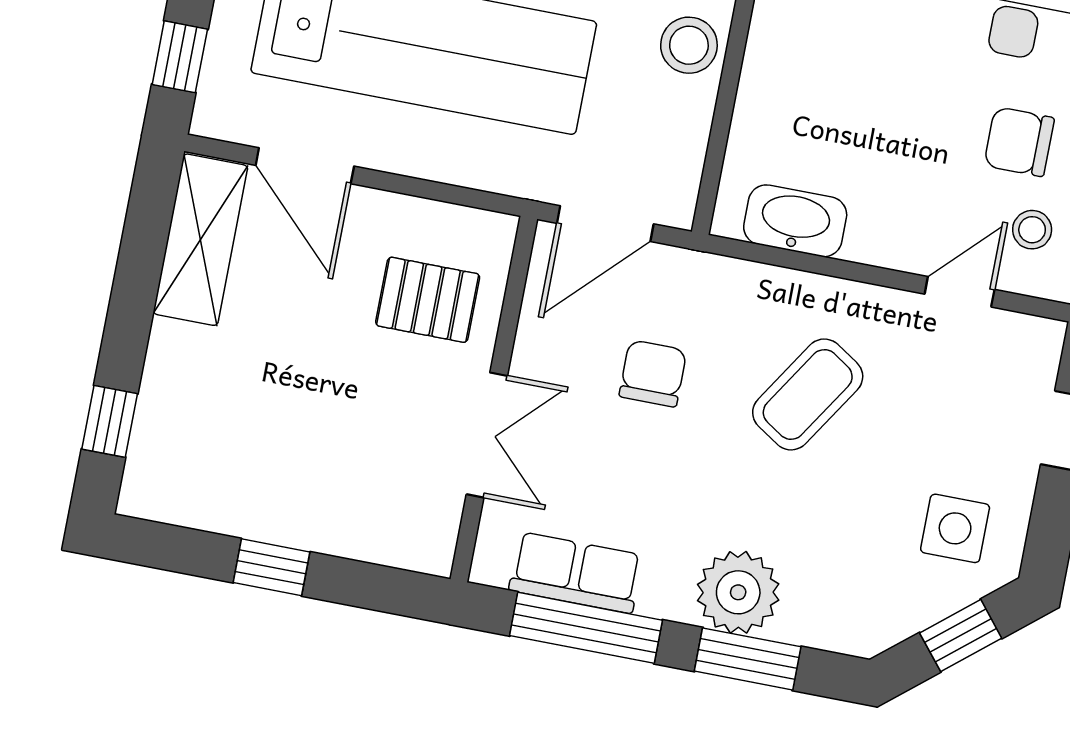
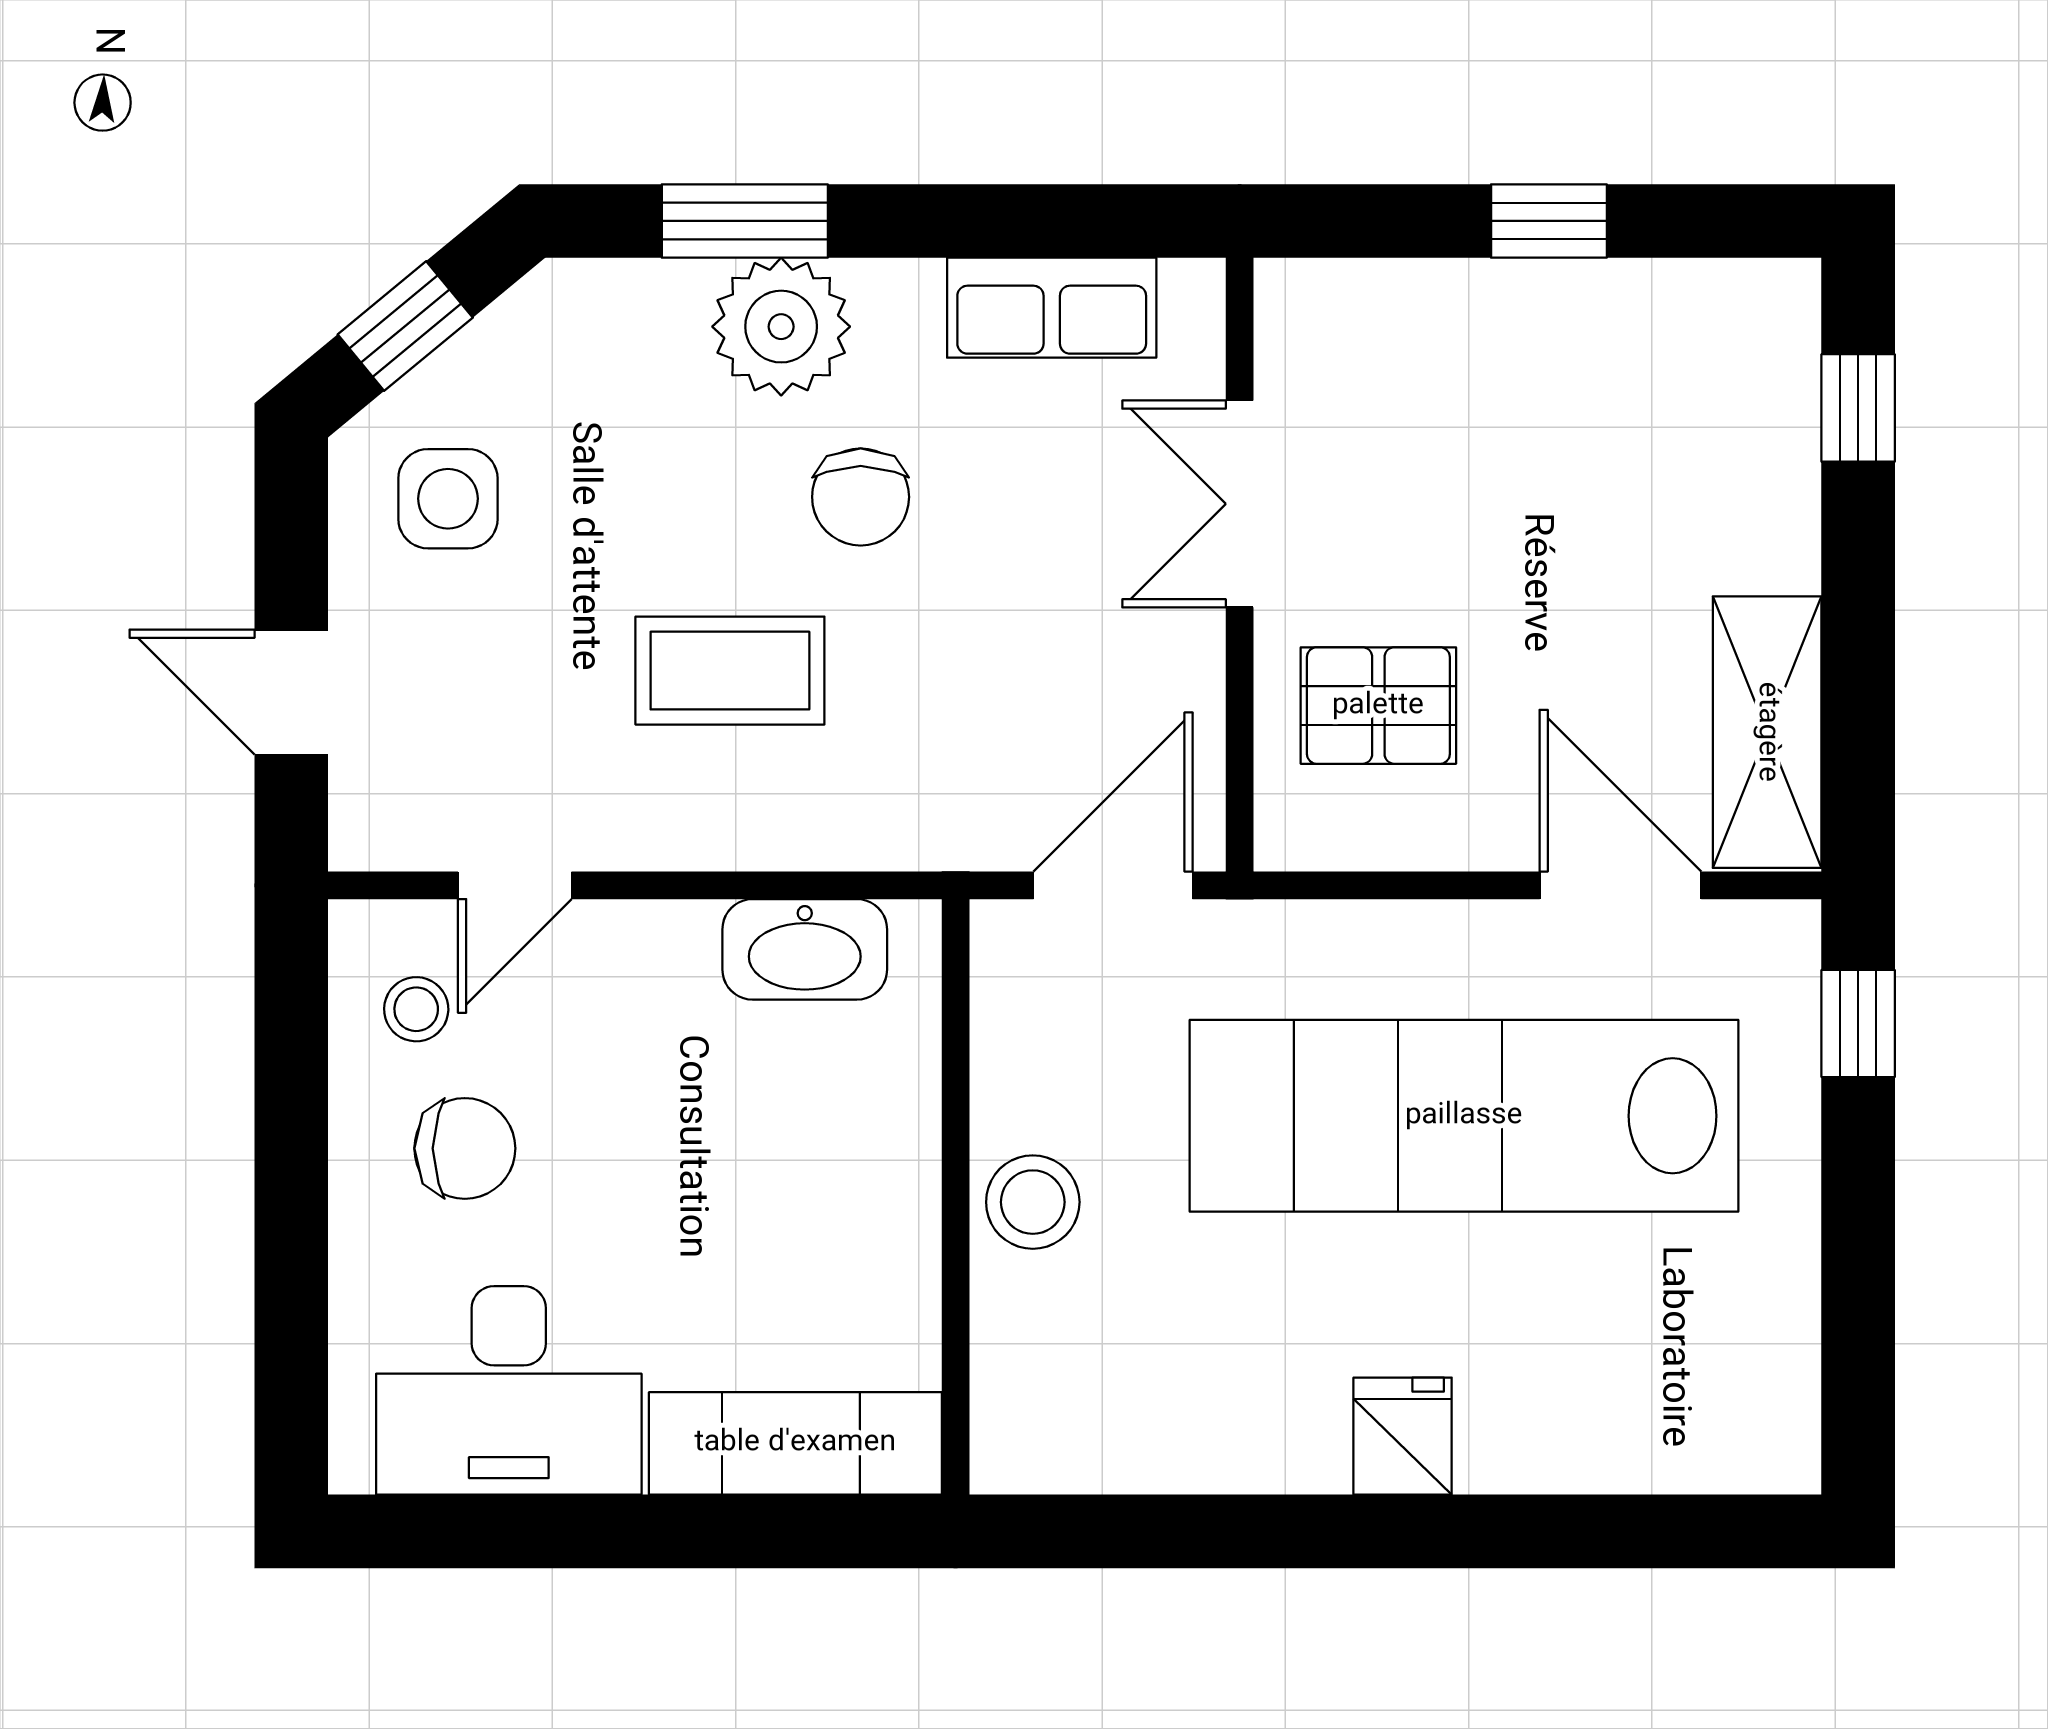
chair: (653, 373) -> (861, 497), moved
coffee table: (808, 394) -> (730, 671), turned 57
window: (586, 628) -> (1018, 221), removed

